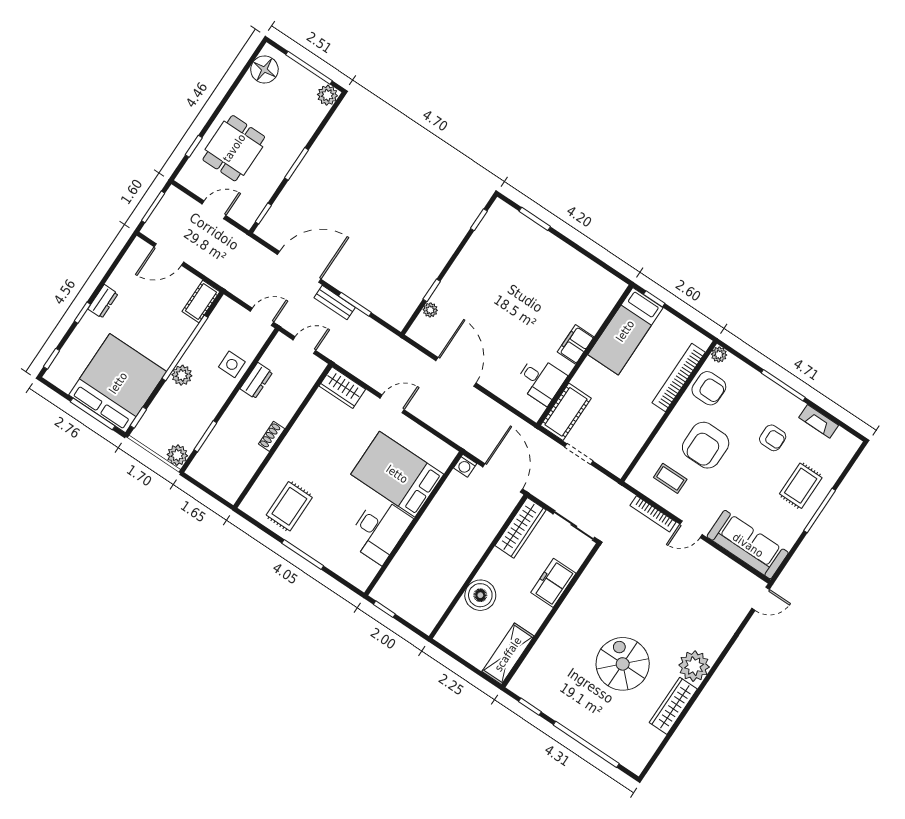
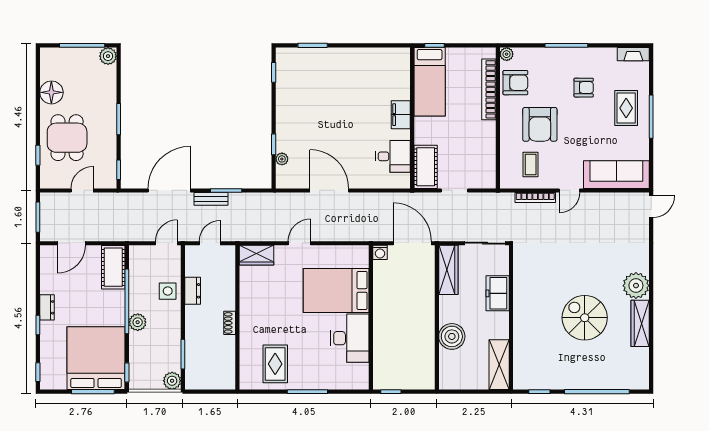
floor lamp: (264, 69) -> (51, 92), moved
cot: (201, 302) -> (113, 267), width x1.37, depth x1.34
fireplace: (819, 421) -> (633, 54), moved
coffee table: (670, 478) -> (531, 164), turned 90

